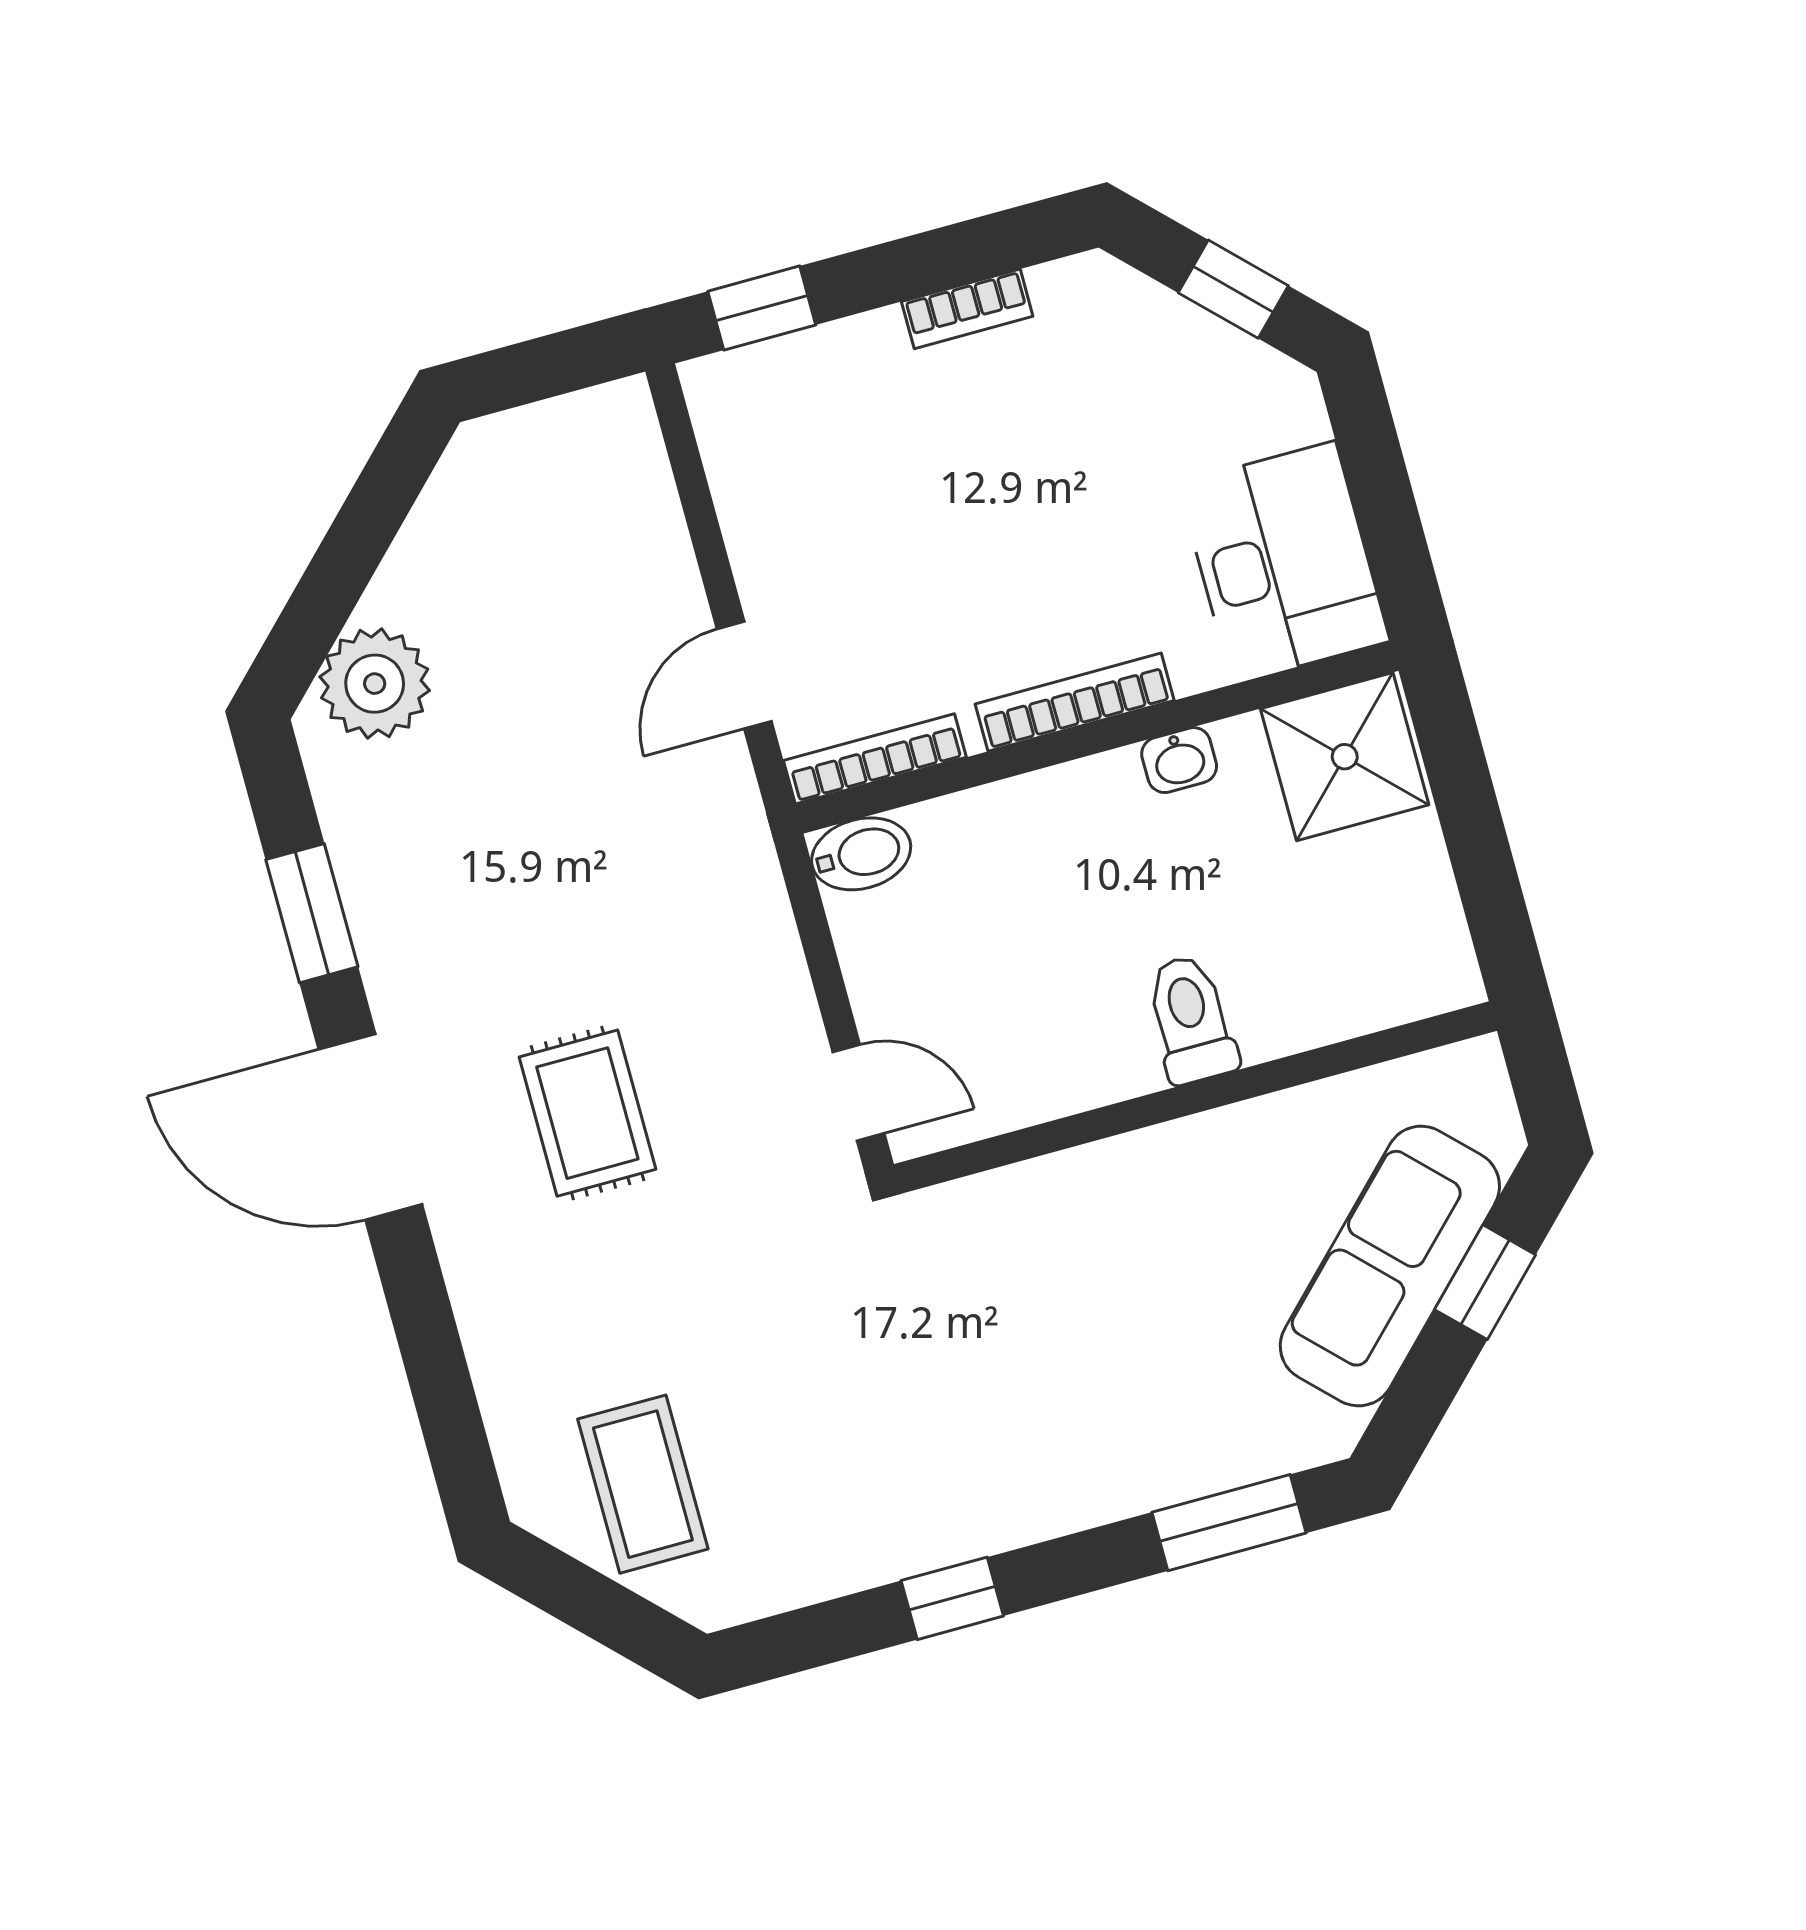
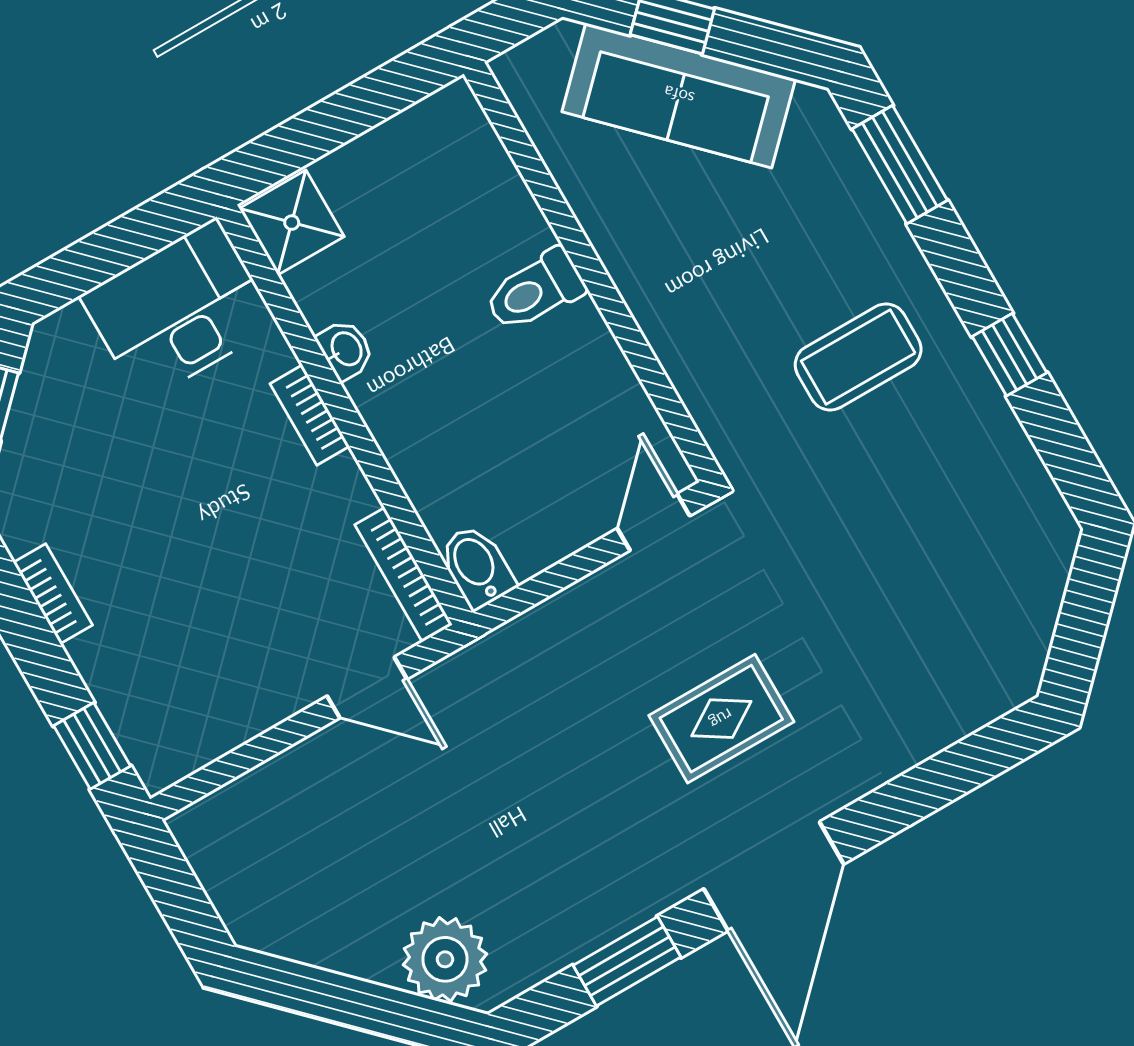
bookcase: (1075, 702) -> (310, 415), width x0.64
shower: (1345, 757) -> (292, 223), width x0.73, depth x0.73
coffee table: (643, 1484) -> (858, 357), moved

